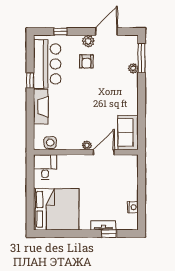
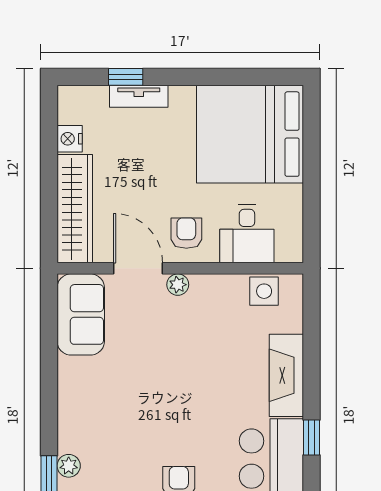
door: (104, 152) -> (138, 268), swing flipped
desk: (45, 167) -> (247, 234), moved
armchair: (83, 167) -> (186, 233), added
wardrobe: (131, 178) -> (75, 209), added

